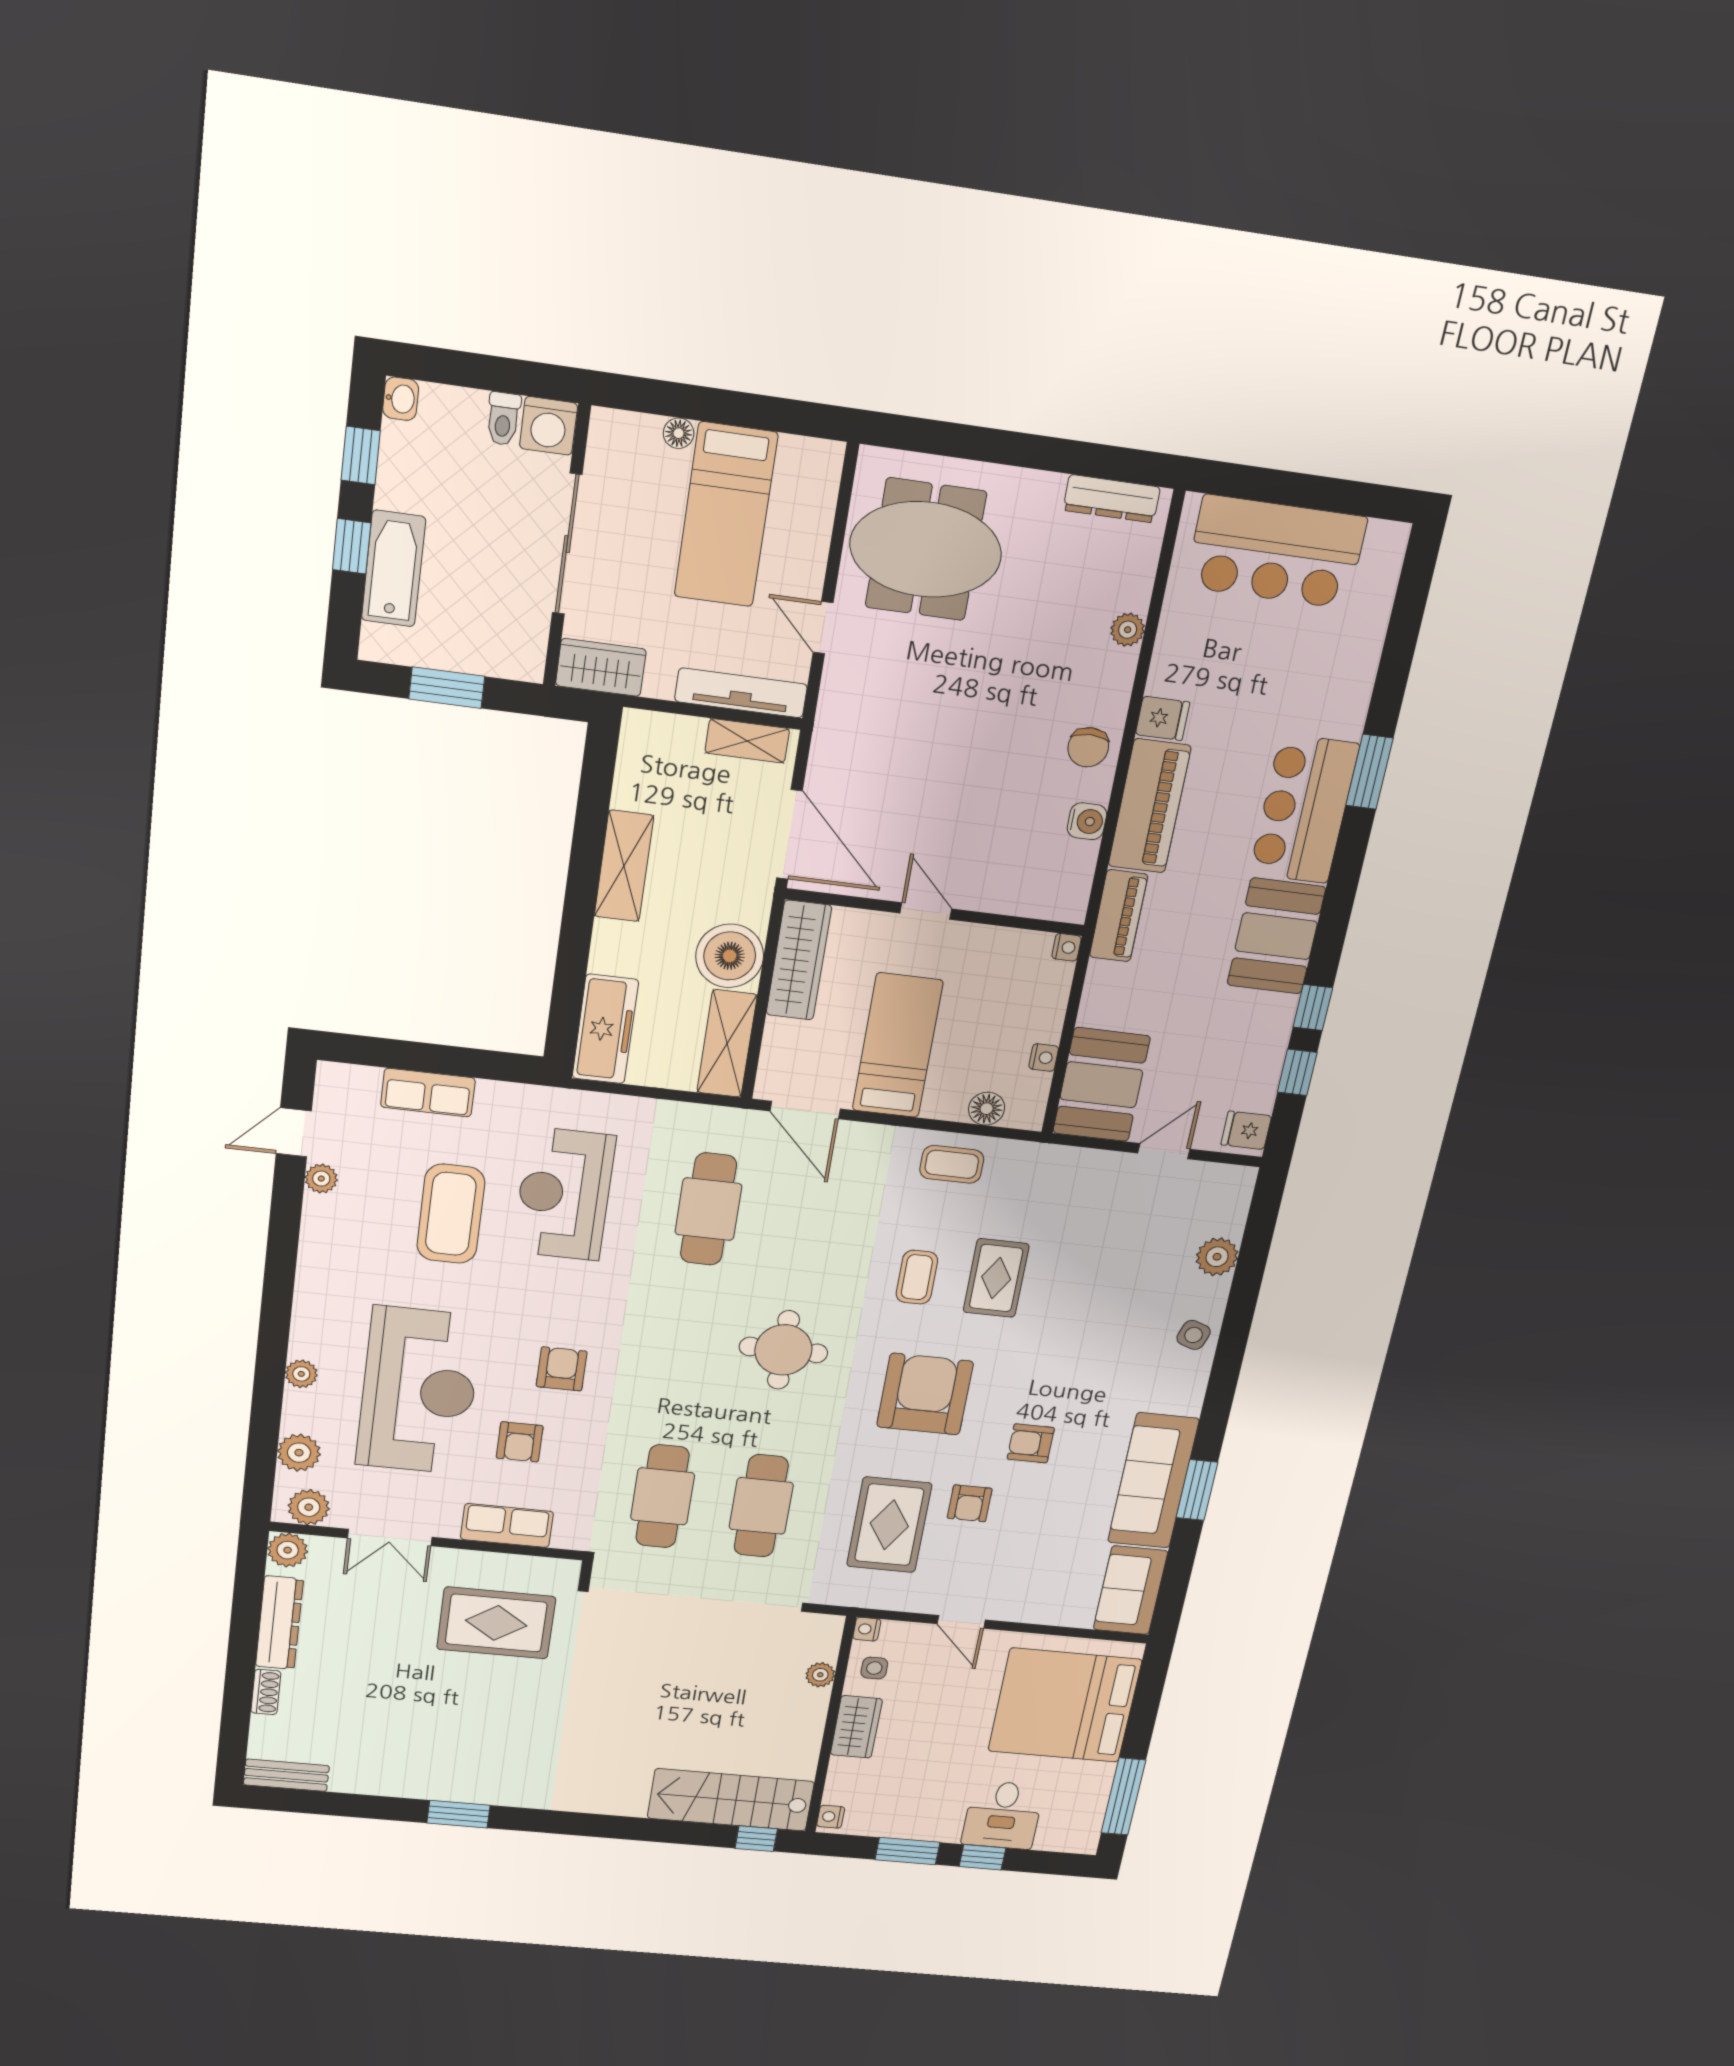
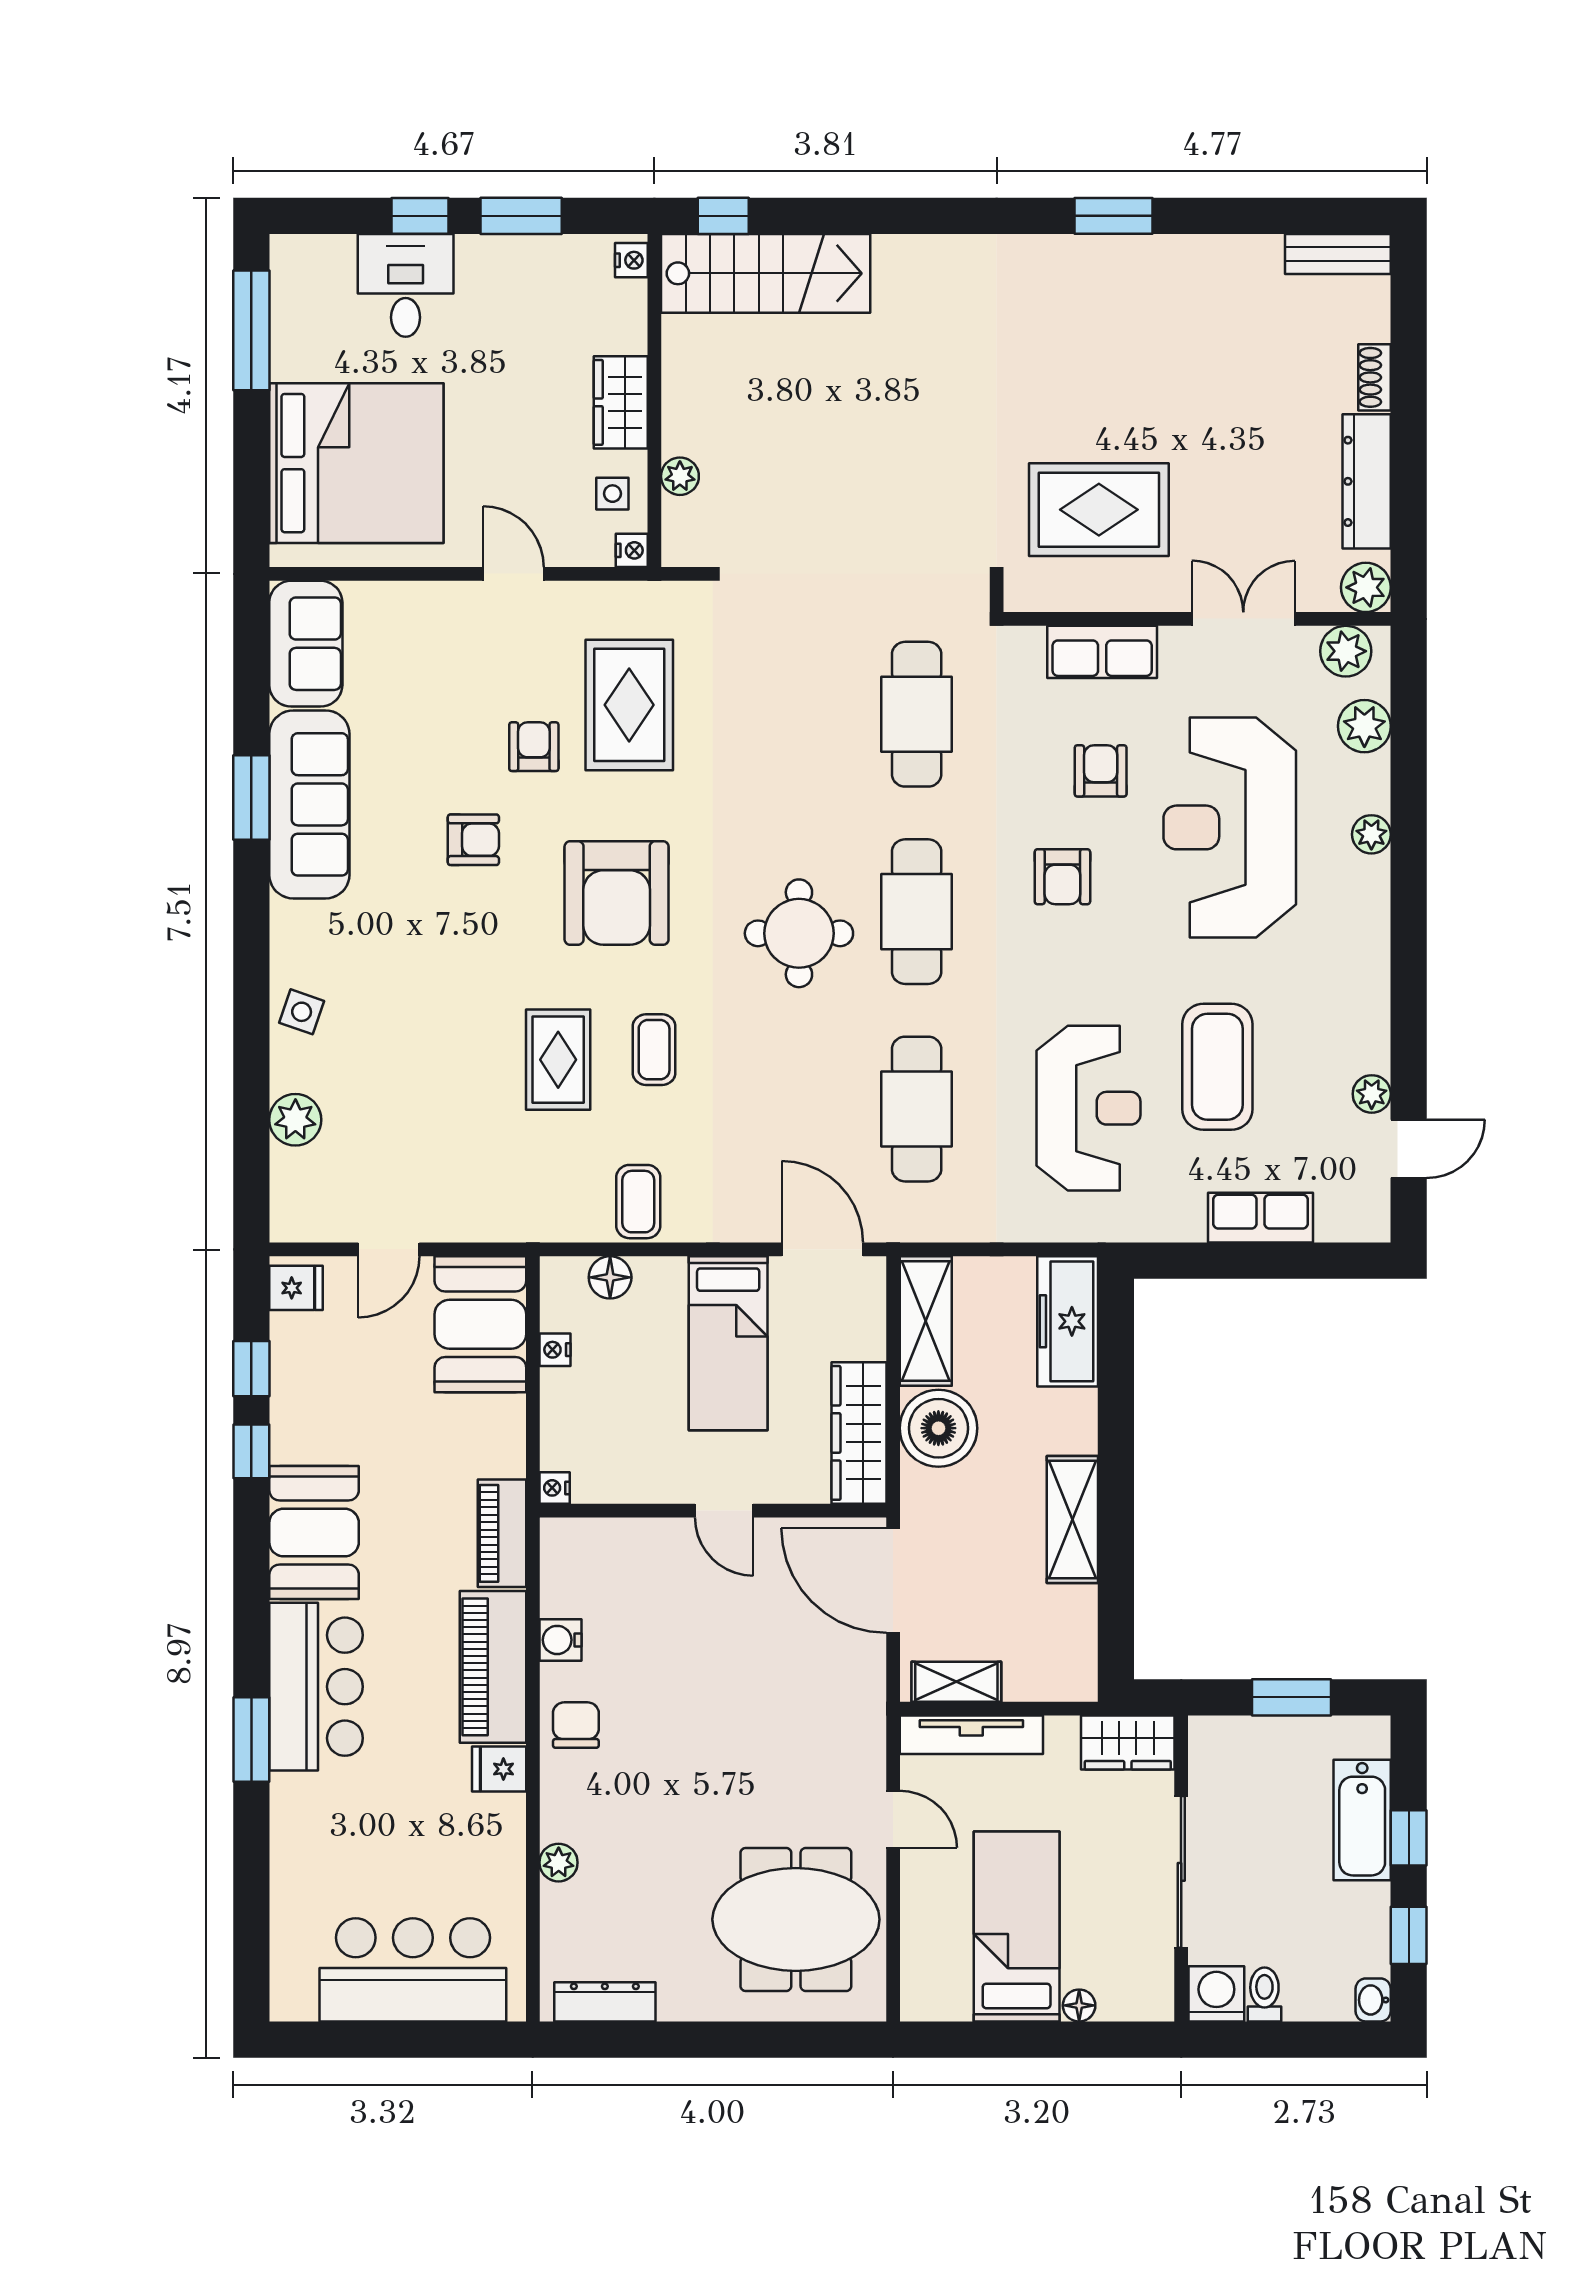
coffee table: (952, 1164) -> (638, 1202), turned 90
cafe table: (761, 1506) -> (917, 912), moved

